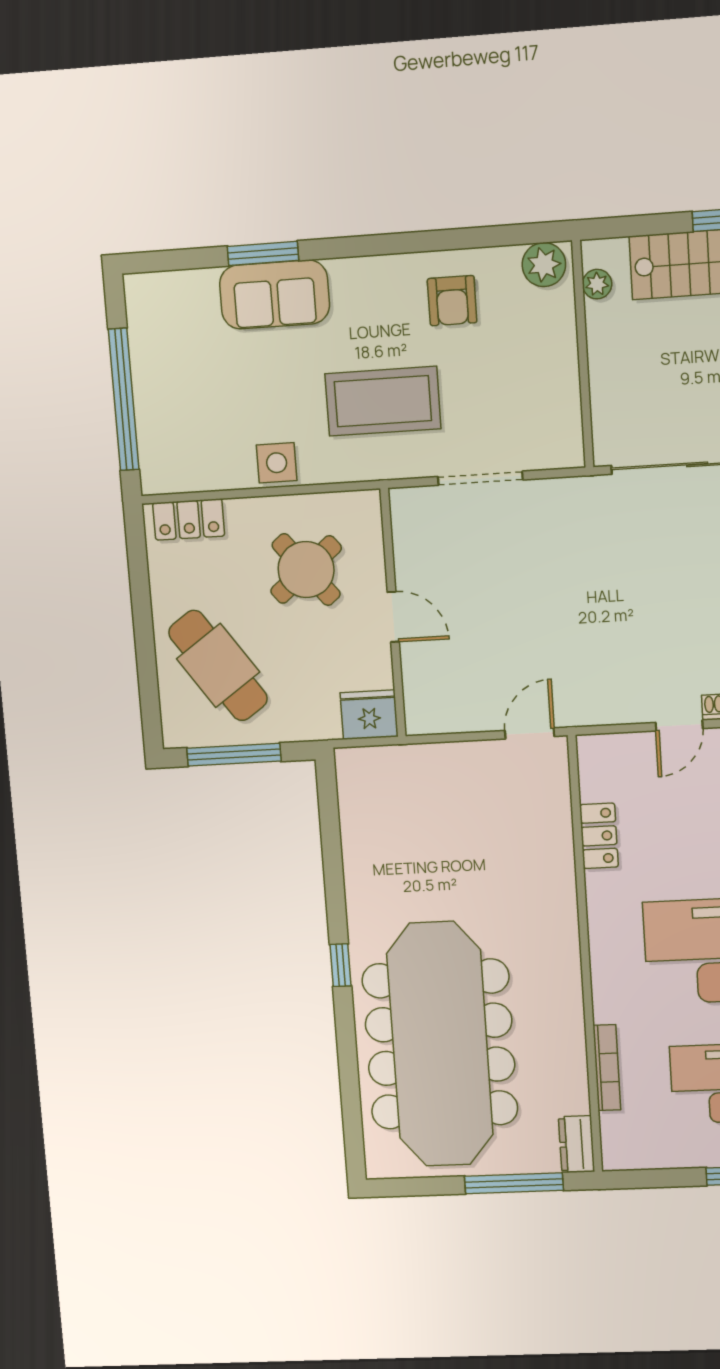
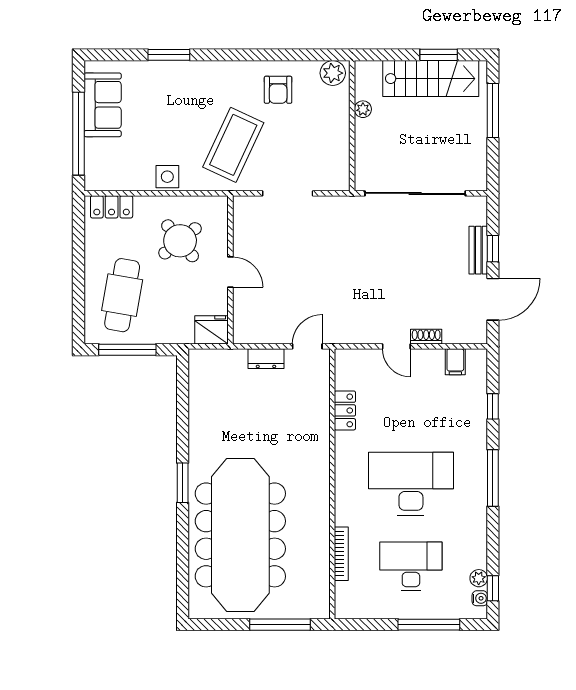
plant: (597, 284) -> (363, 109), moved
sofa: (275, 295) -> (103, 105), moved, turned -90
coffee table: (383, 401) -> (233, 145), turned -65
cafe table: (218, 665) -> (122, 295), turned 45
door: (679, 725) -> (396, 346), hinge flipped
window: (340, 965) -> (183, 483), width x1.50
dresser: (577, 1144) -> (266, 359), moved, turned -90

